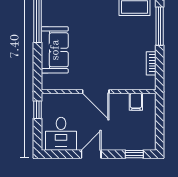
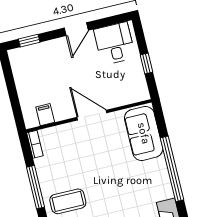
door: (96, 92) -> (92, 115), moved
wall: (99, 92) -> (89, 116), moved
filing cabinet: (136, 102) -> (45, 115), moved

